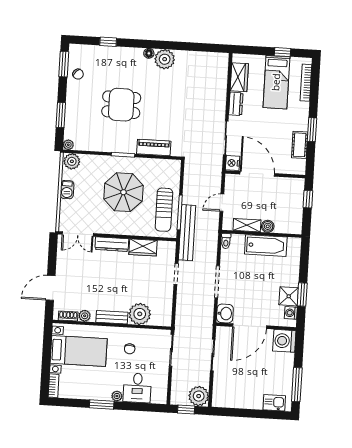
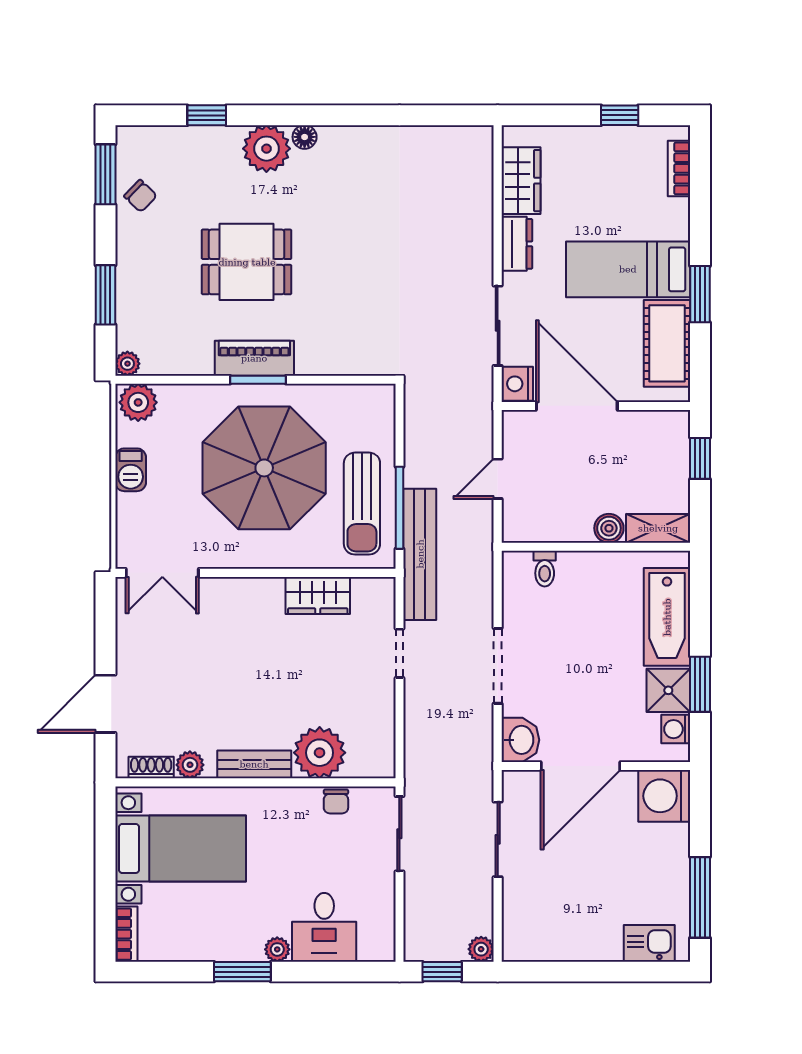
plant: (165, 59) -> (266, 149), moved
bed: (276, 82) -> (628, 269), moved, turned 90
bookcase: (306, 83) -> (679, 168), width x0.64
cot: (300, 145) -> (667, 343), width x1.37, depth x1.34
piano: (154, 147) -> (254, 358), moved
parasol: (123, 192) -> (264, 468), width x1.36, depth x1.36
shelving: (247, 225) -> (658, 528), moved
toilet: (226, 241) -> (545, 569), moved
dresser: (112, 244) -> (244, 592), removed
bathtub: (266, 246) -> (667, 617), moved, turned 90
chair: (130, 349) -> (336, 801), moved
plant: (199, 396) -> (481, 949), width x0.53, depth x0.53

